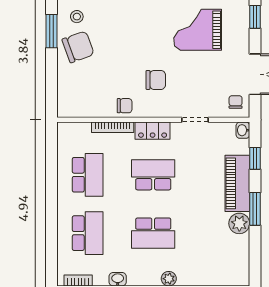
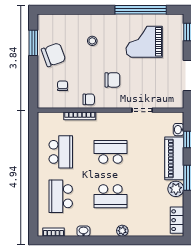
stool: (77, 17) -> (92, 41), moved
chair: (236, 102) -> (63, 86), moved
washbasin: (243, 130) -> (179, 130), moved
locker: (153, 131) -> (177, 220), moved, turned 90
school desk: (88, 233) -> (61, 196), turned 180

